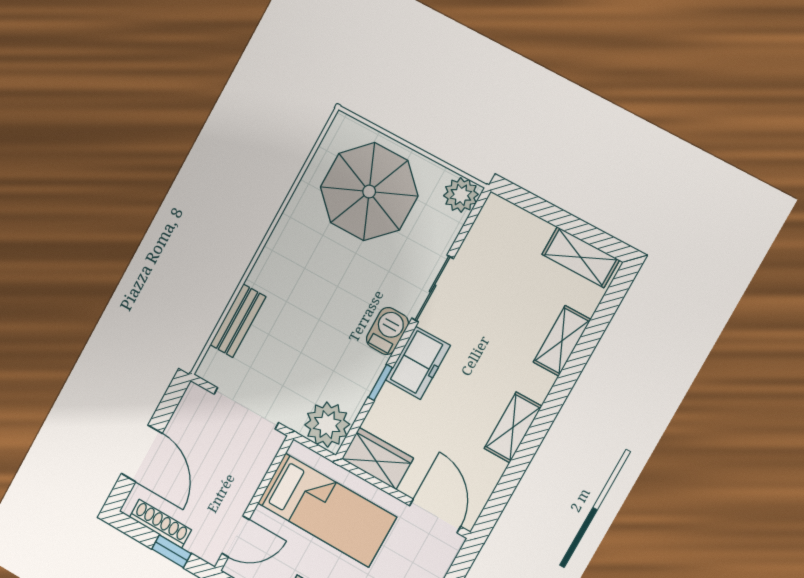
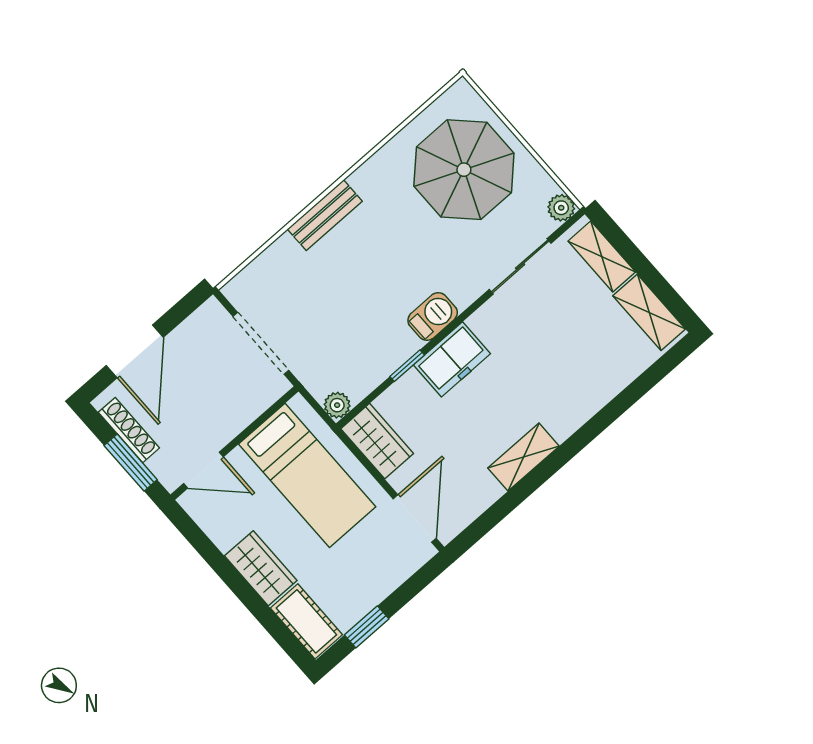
plant: (461, 195) -> (561, 208), width x0.73, depth x0.73
sliding door: (433, 288) -> (520, 266), moved
bench: (238, 321) -> (325, 215), moved
shelving: (562, 341) -> (602, 257), moved, turned 90
plant: (327, 425) -> (337, 405), width x0.53, depth x0.53
window: (171, 551) -> (131, 462), width x1.50

